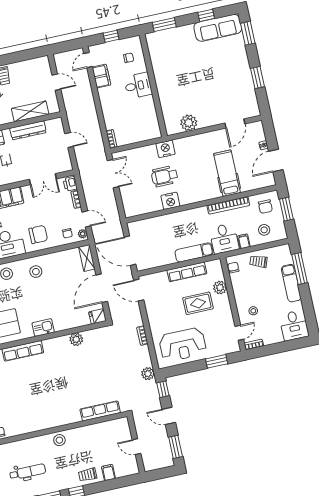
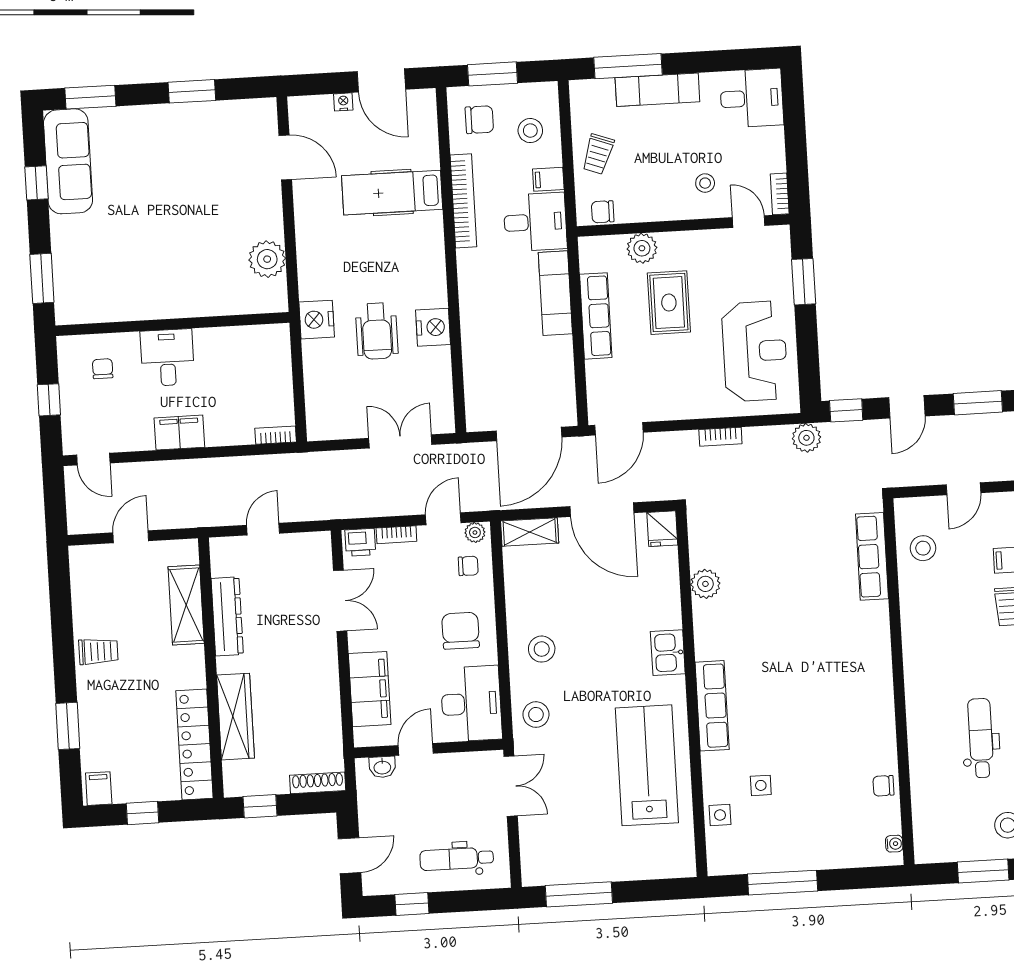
filing cabinet: (101, 76) -> (179, 433), moved
double door: (113, 174) -> (400, 441), moved
stool: (59, 440) -> (923, 548), moved

